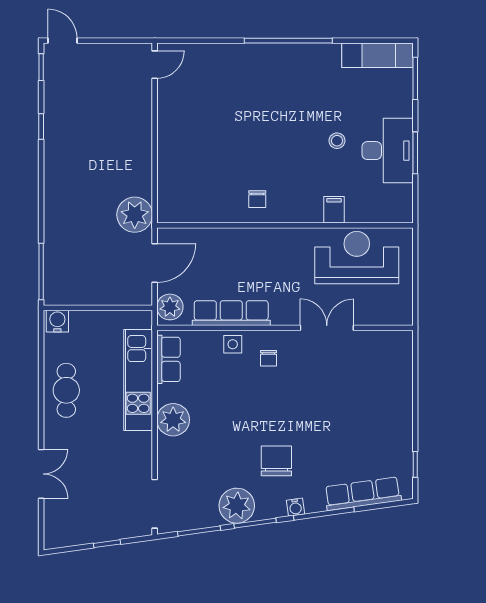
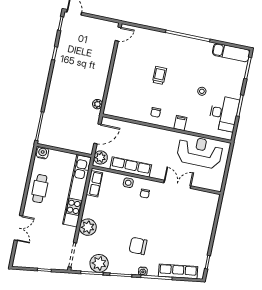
trolley: (250, 127) -> (159, 75), added
desk: (388, 151) -> (224, 113), moved
filing cabinet: (334, 210) -> (180, 123), moved
plant: (135, 215) -> (97, 104), width x0.53, depth x0.53
kitchen unit: (138, 380) -> (77, 191), width x1.36
plant: (173, 420) -> (88, 227), moved
chair: (276, 461) -> (138, 246), turned -90
plant: (237, 506) -> (99, 263), moved

